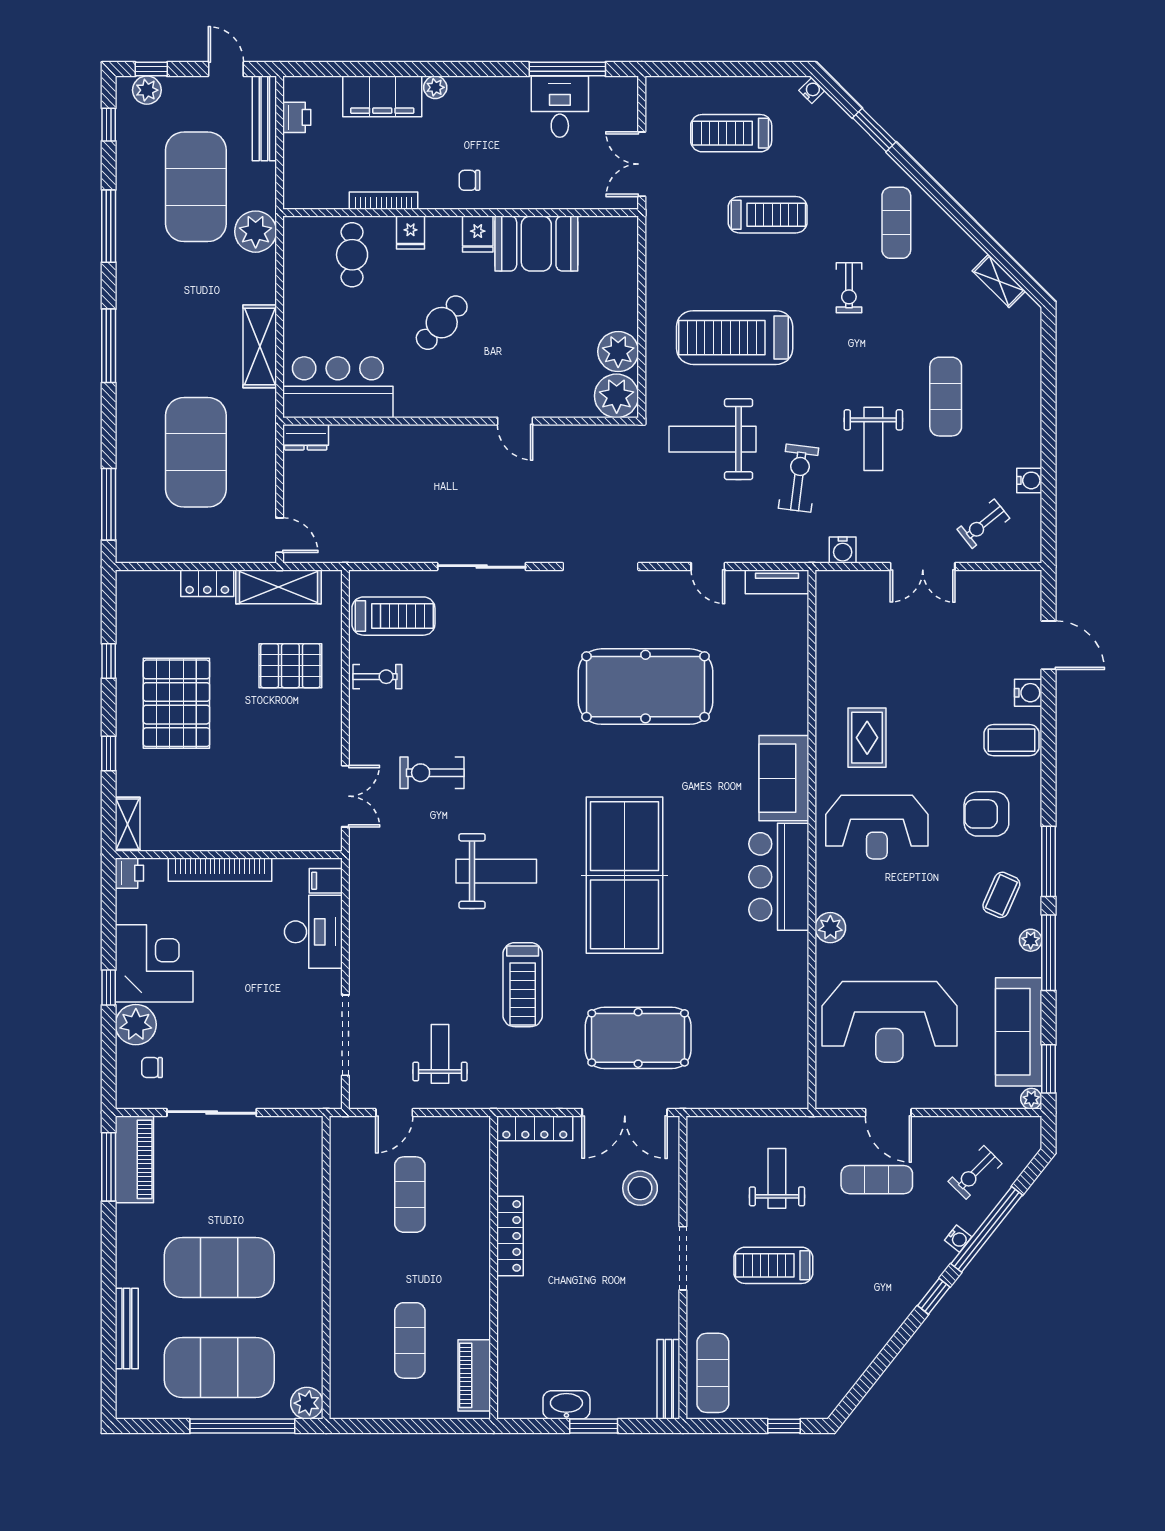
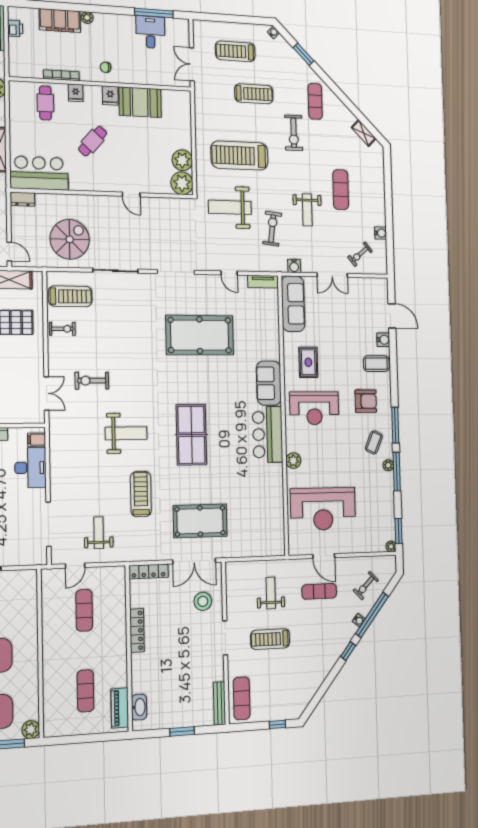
exercise bike: (849, 288) -> (294, 133), width x1.38, depth x1.39
spiral stairs: (394, 510) -> (70, 239), added
armchair: (986, 814) -> (366, 401), turned 180
table tennis table: (625, 875) -> (191, 435), width x0.73, depth x0.76
treadmill: (523, 985) -> (141, 494), turned 180
sofa: (1019, 1032) -> (293, 304), moved, turned 180
washbasin: (566, 1405) -> (139, 707), moved, turned 90

